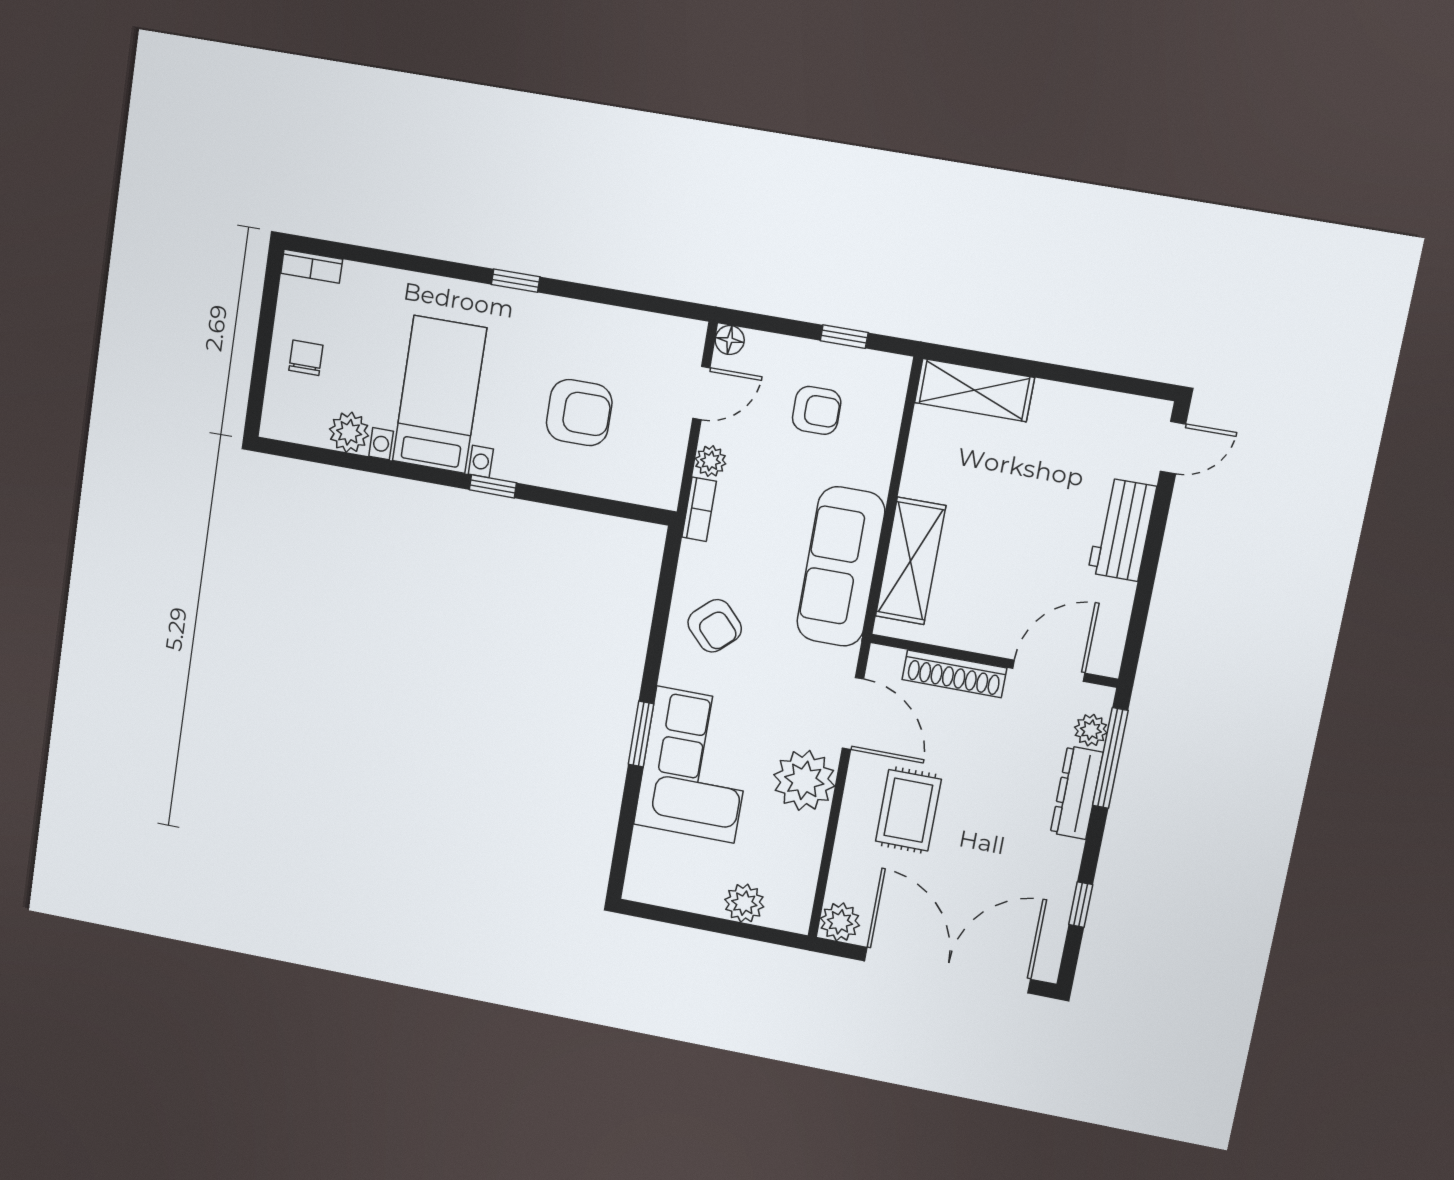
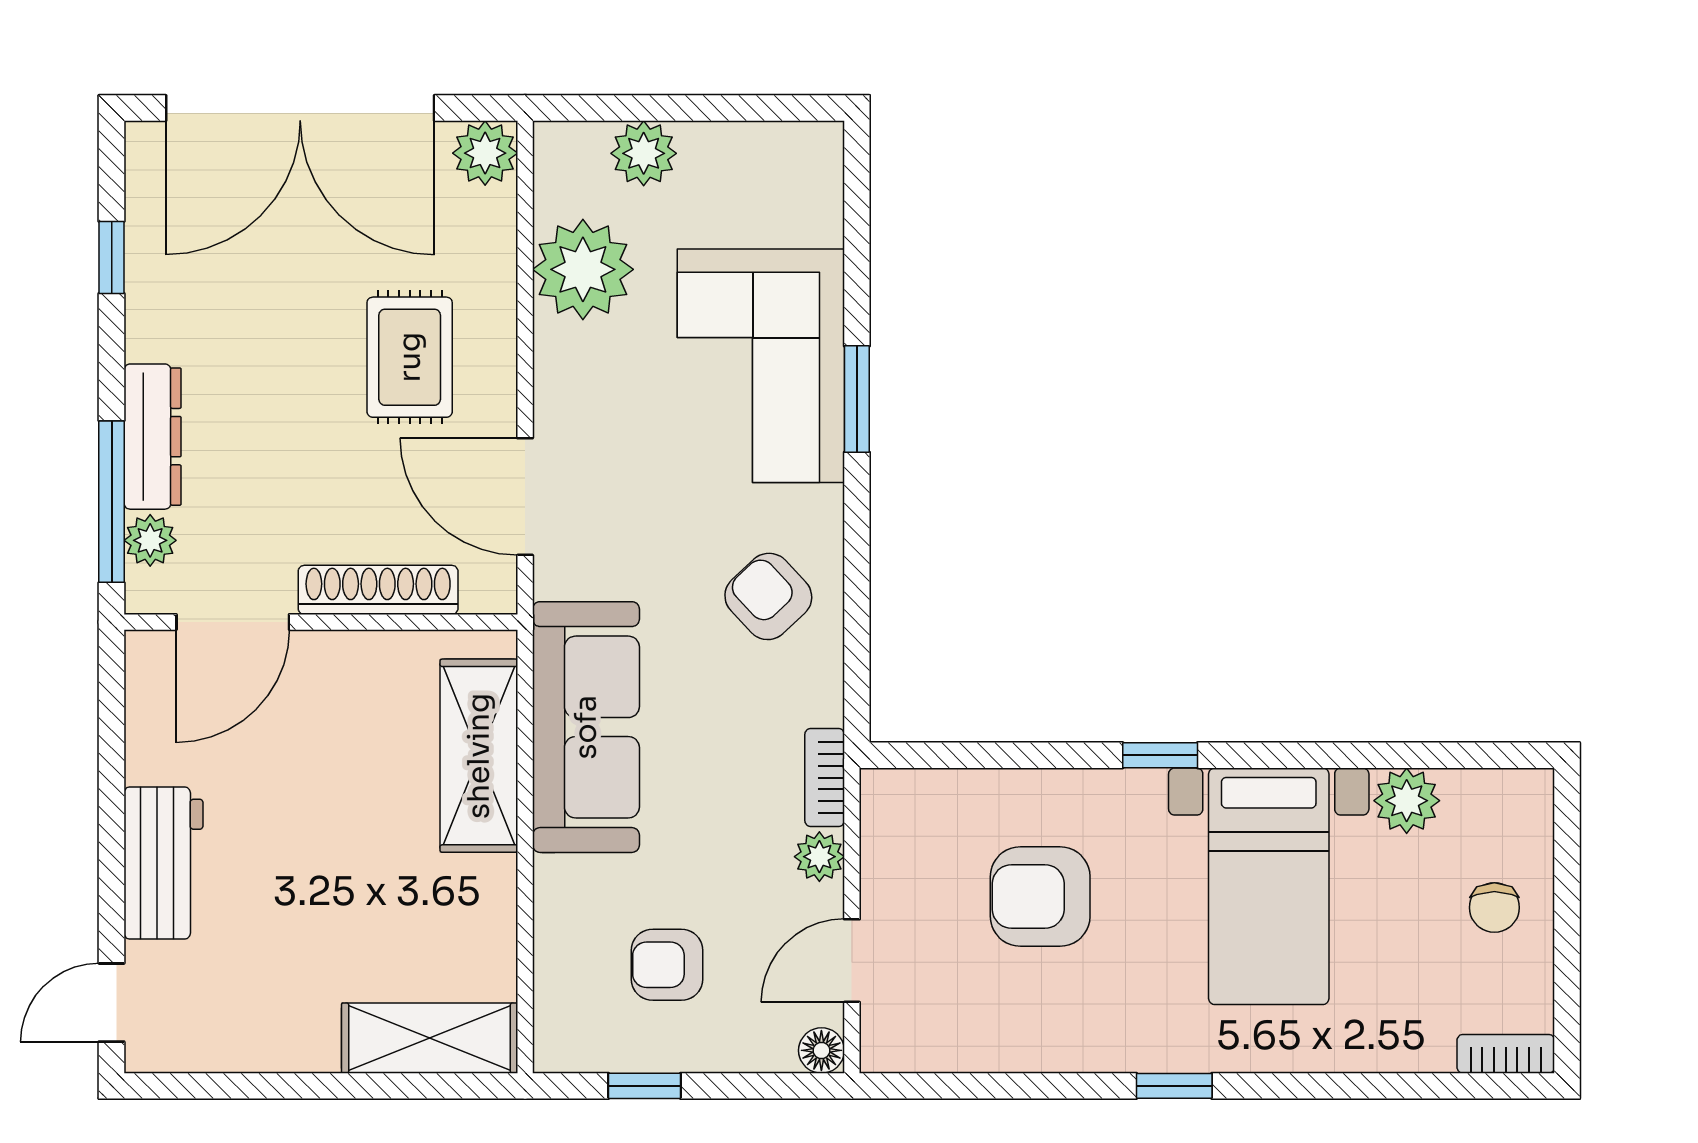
plant: (804, 780) -> (583, 269), moved

